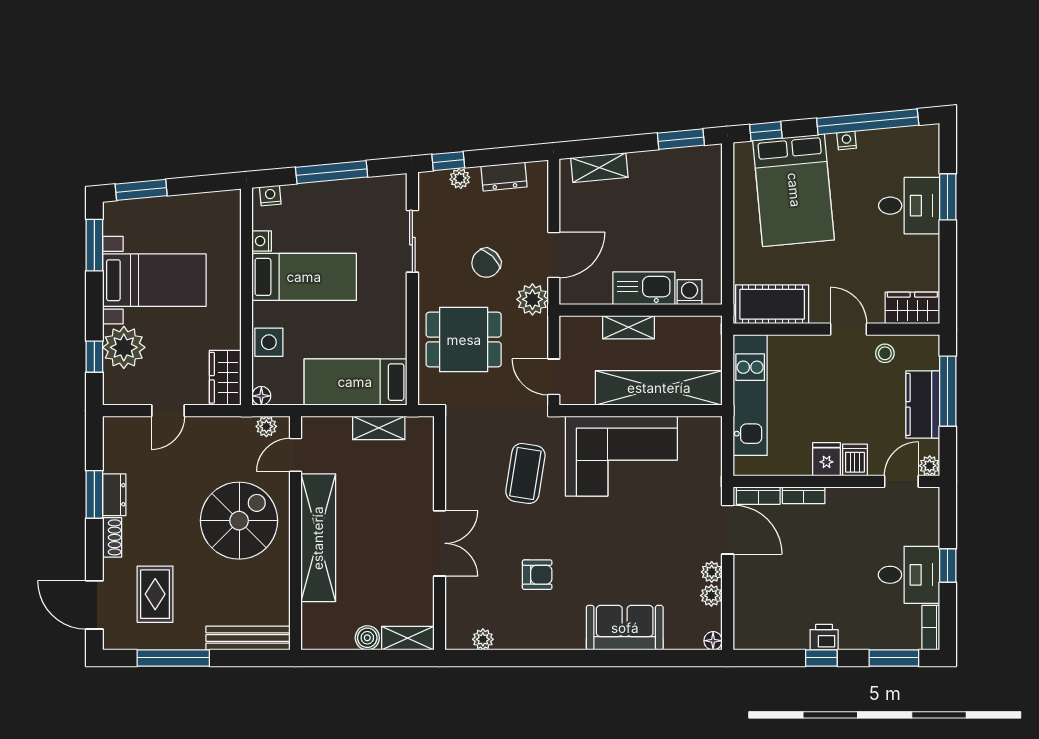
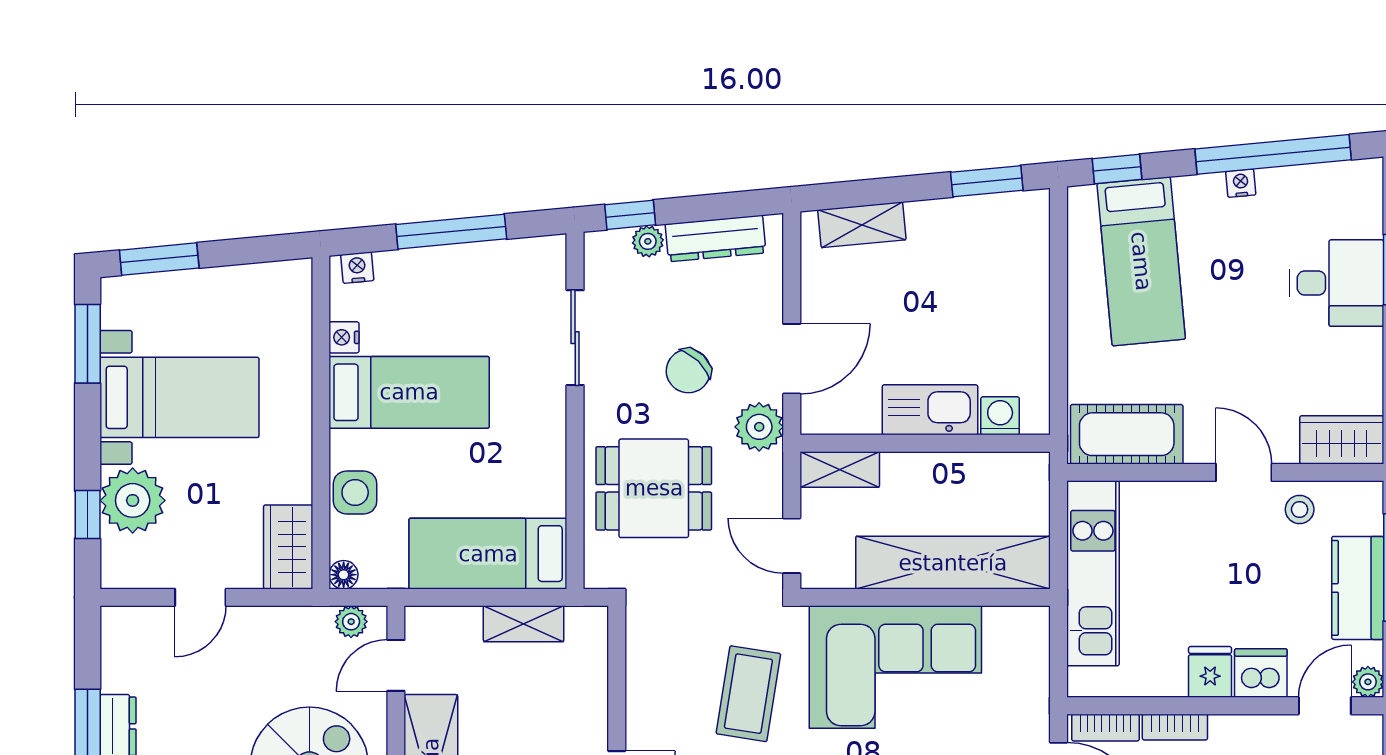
dresser: (504, 177) -> (716, 238), width x1.44
bed: (794, 190) -> (1141, 261), width x0.67
shelving: (628, 327) -> (840, 469), moved
dishwasher: (855, 460) -> (1261, 673), width x1.38

